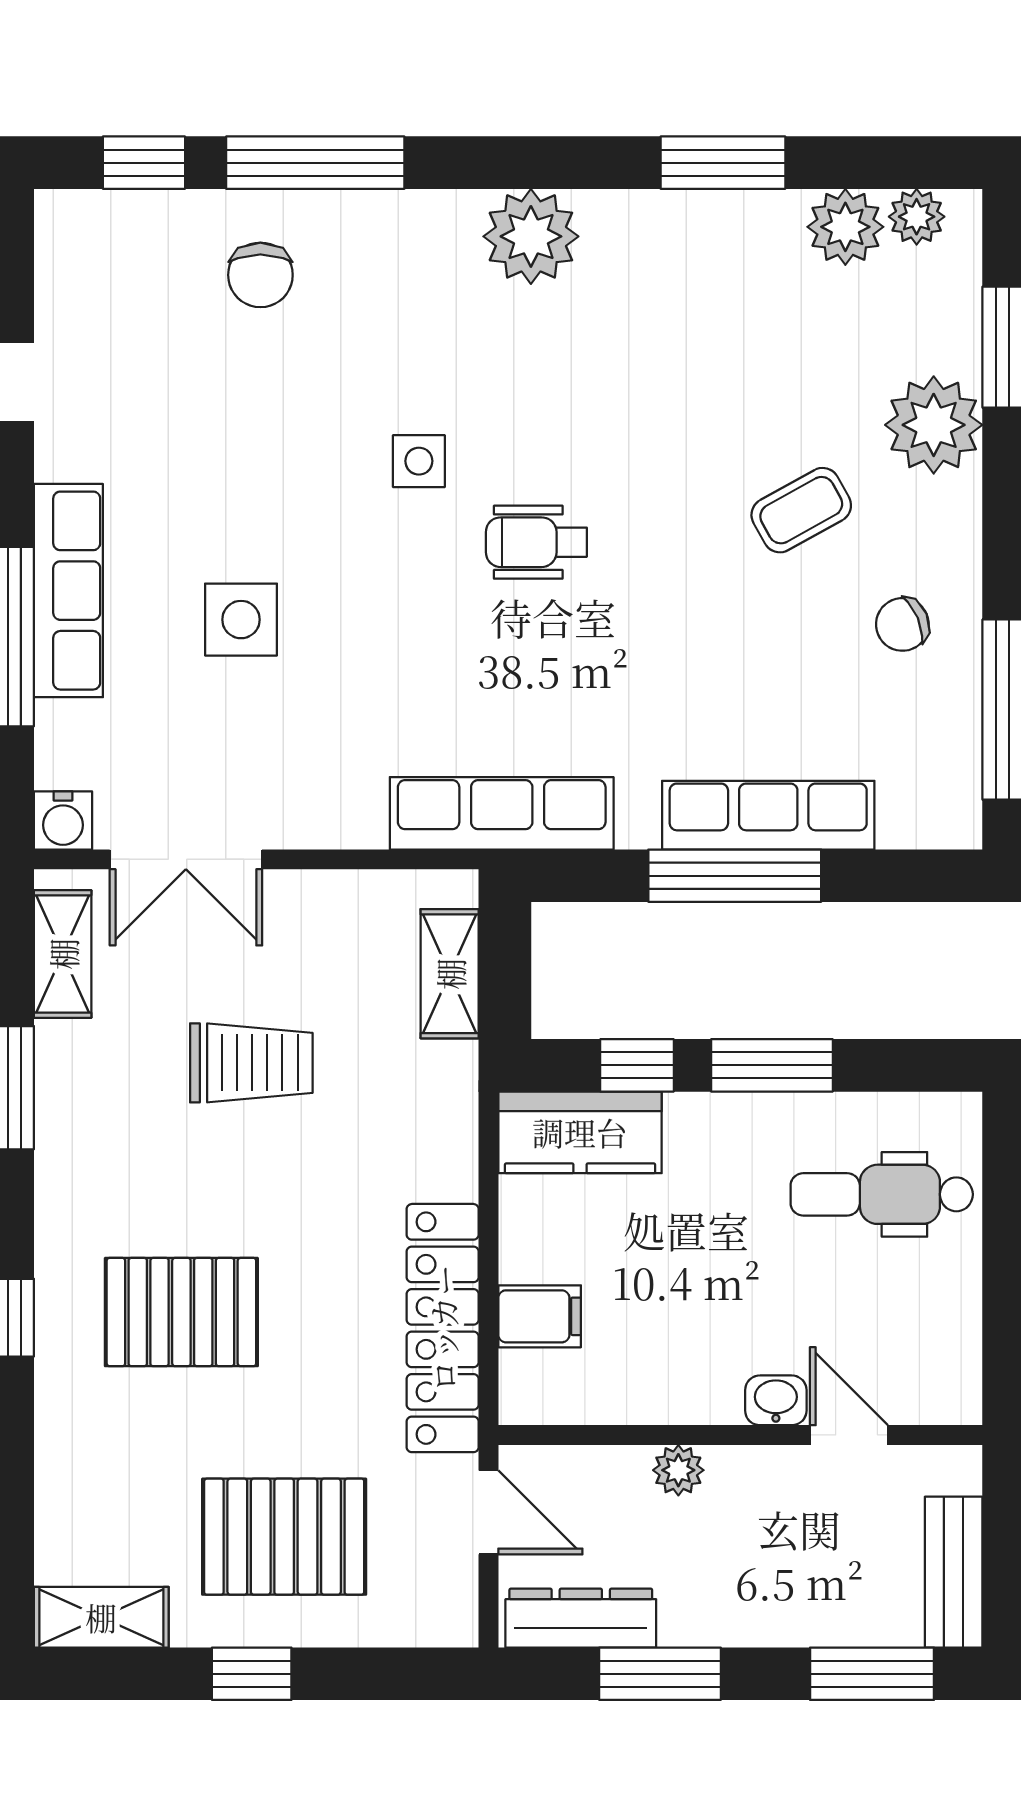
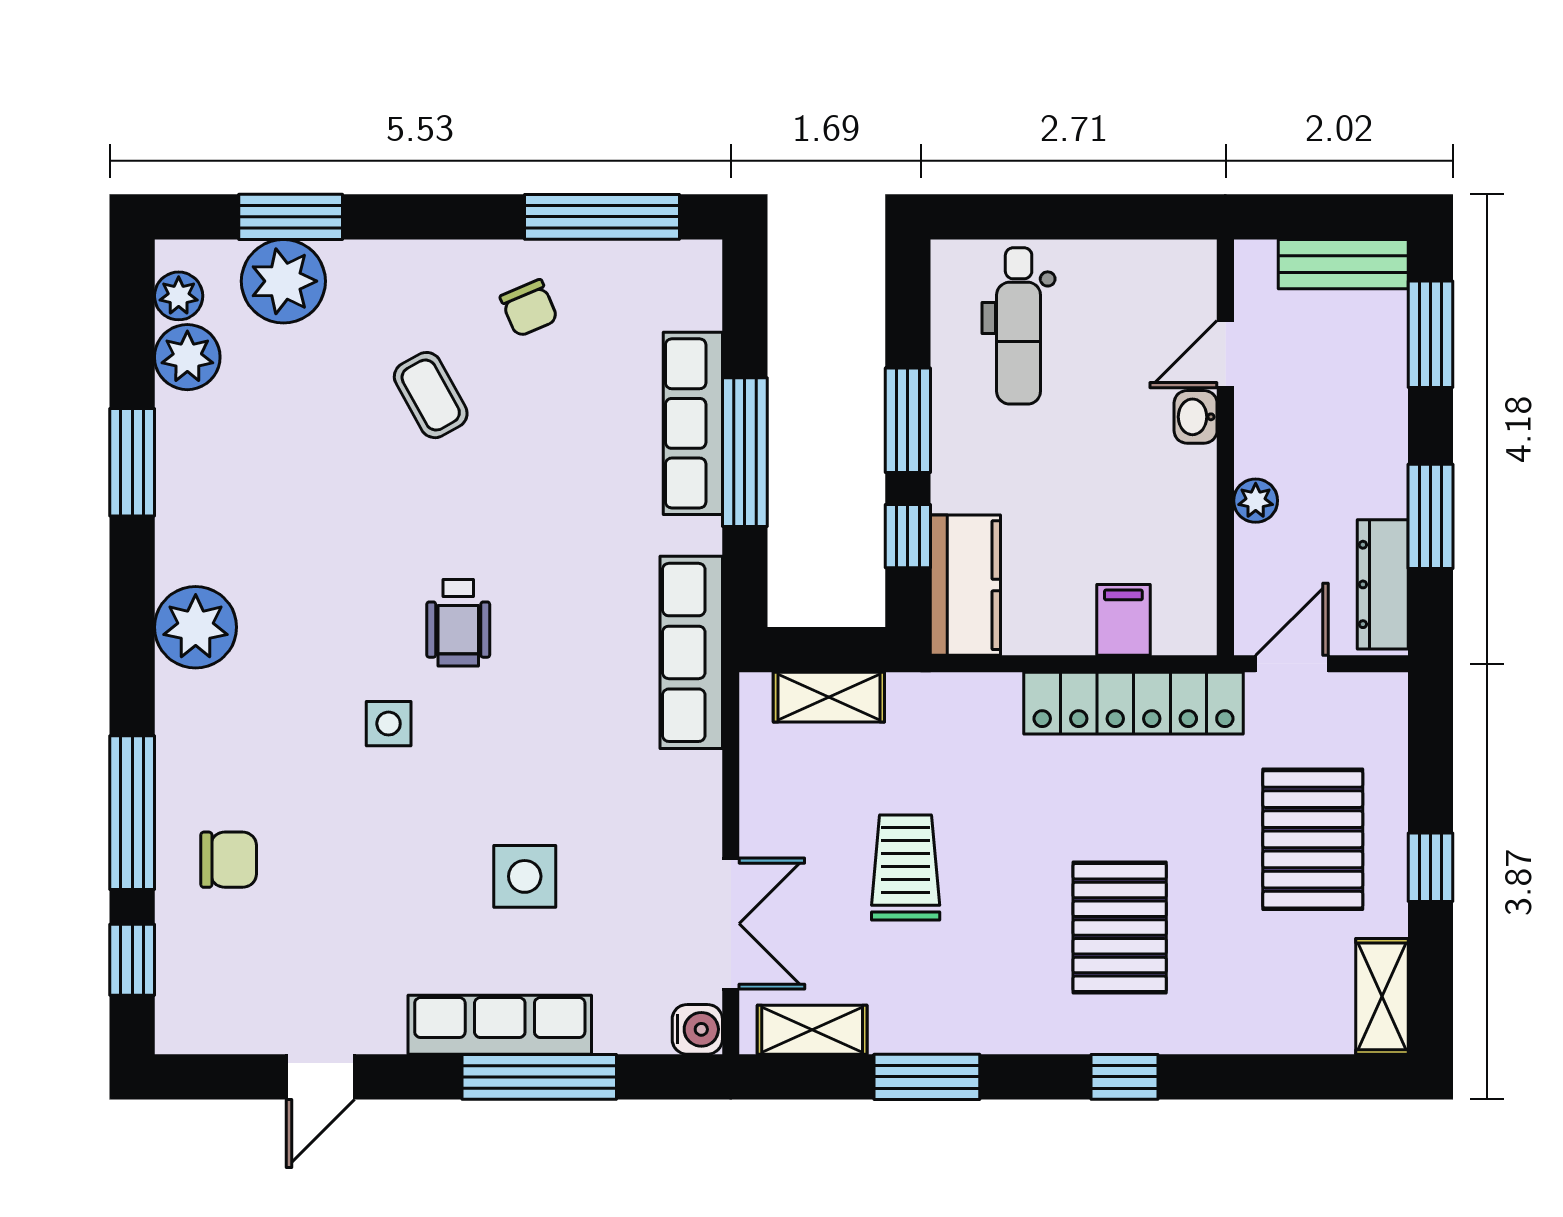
plant: (934, 425) -> (283, 281), moved

